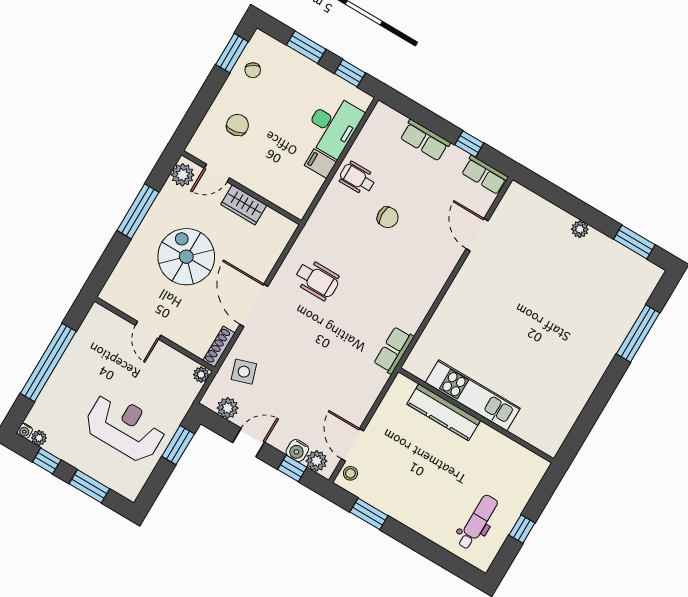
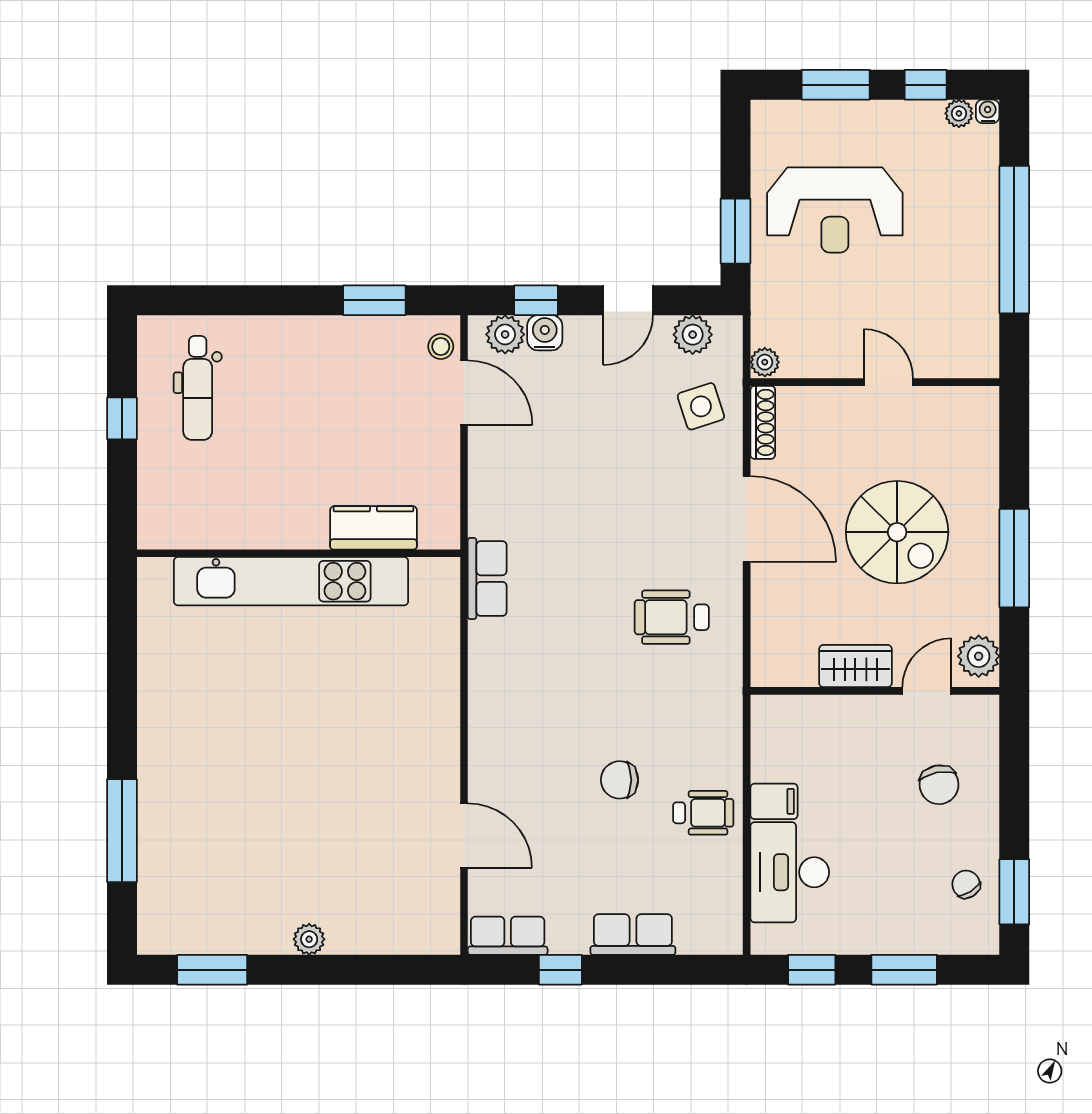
kitchen unit: (473, 395) -> (291, 581), width x1.36
kitchen counter: (444, 412) -> (373, 528), width x0.67

